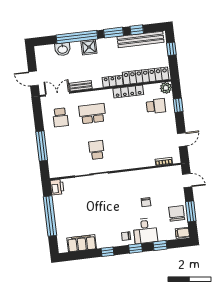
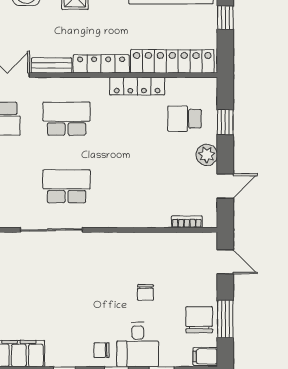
locker: (113, 81) -> (101, 64), width x1.53
plant: (166, 88) -> (207, 155), moved
school desk: (156, 106) -> (185, 119), turned 180
school desk: (97, 150) -> (67, 186), width x1.85

